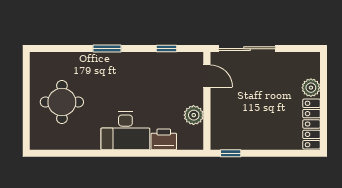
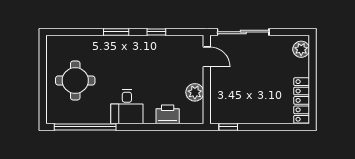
window: (167, 49) -> (156, 32), moved
plant: (311, 88) -> (301, 49), moved
desk: (125, 131) -> (127, 107), width x0.73
window: (73, 153) -> (85, 127), added

